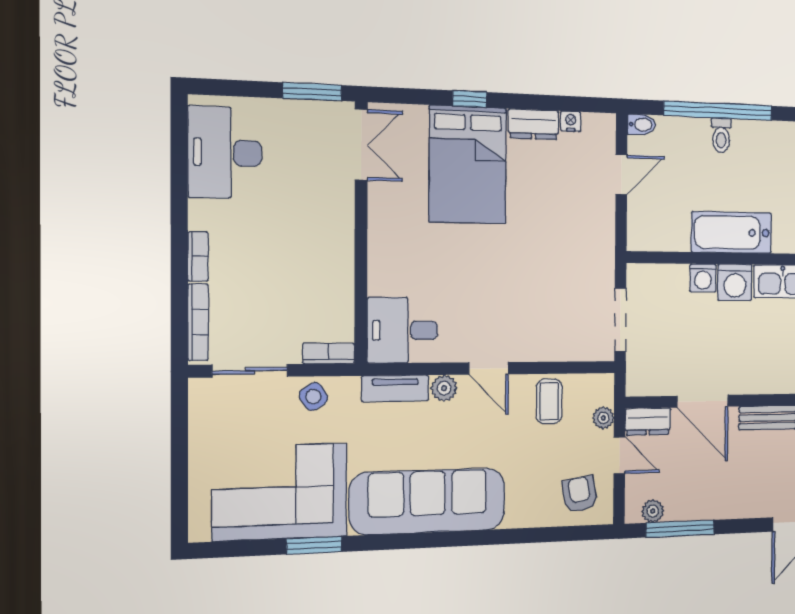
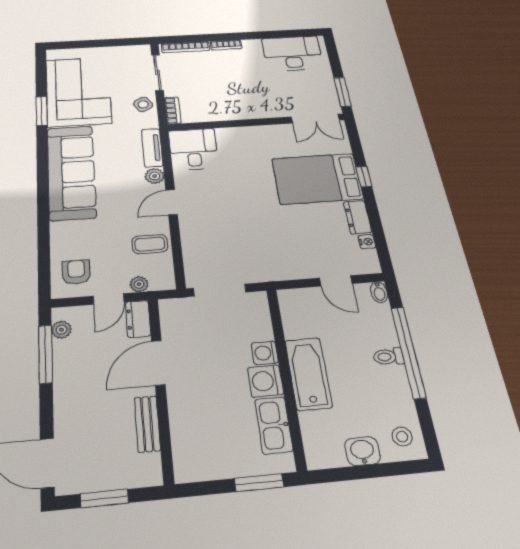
armchair: (580, 494) -> (76, 272), turned -80

